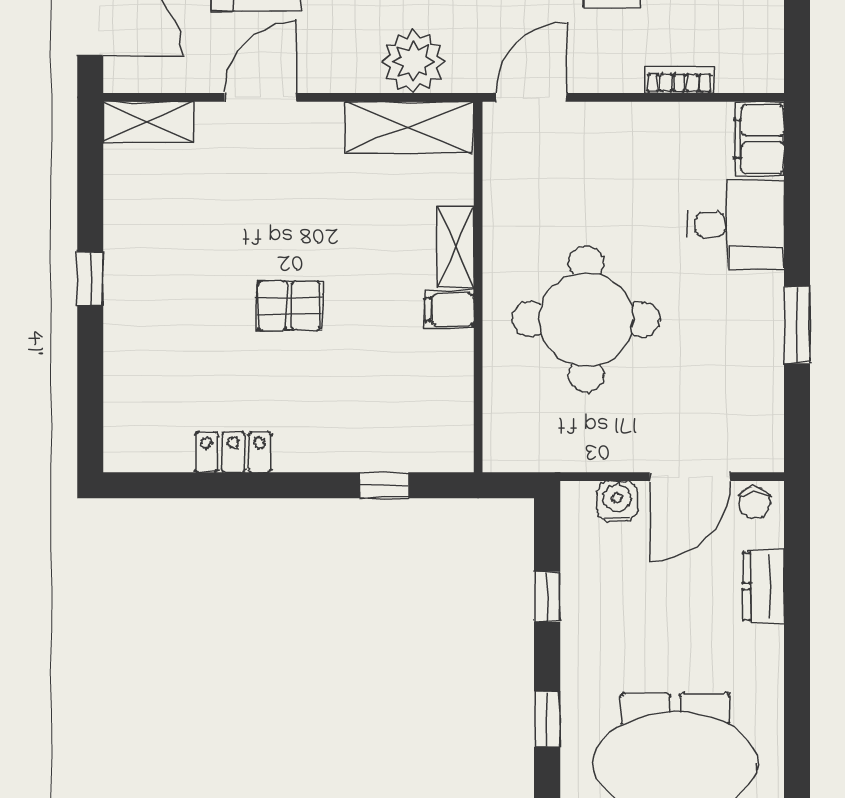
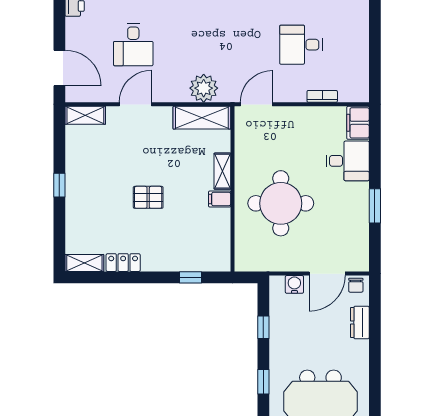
shelving: (146, 453) -> (84, 263), added

